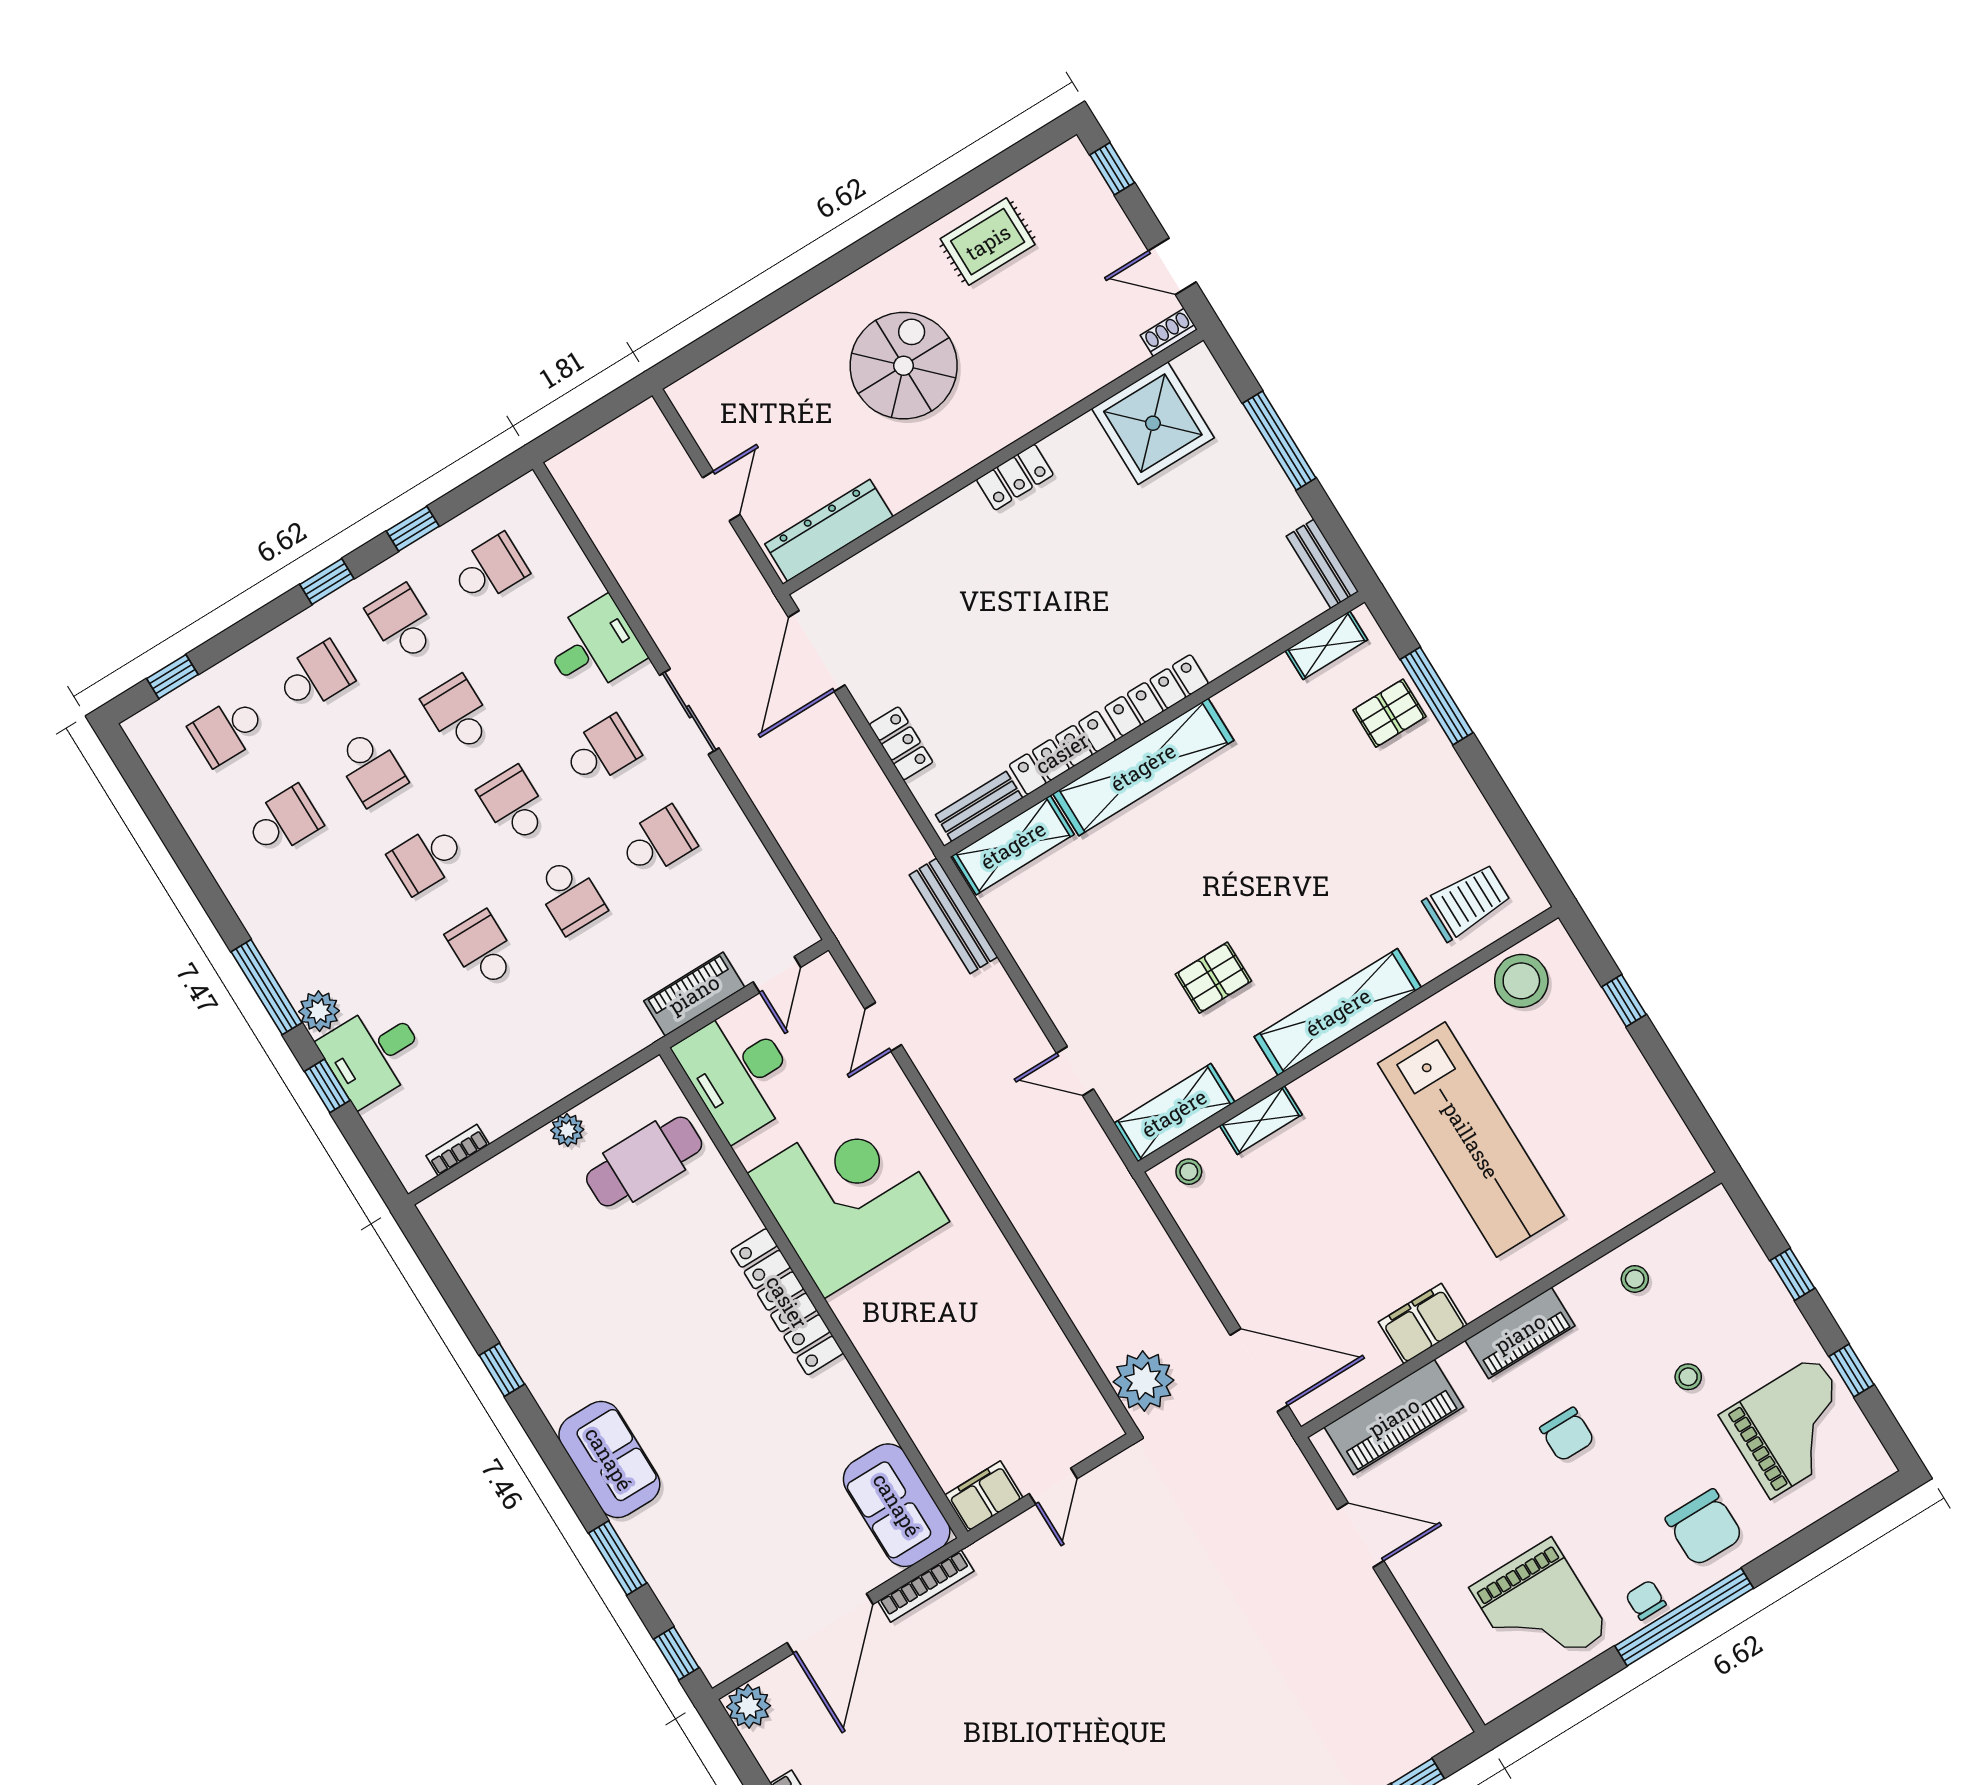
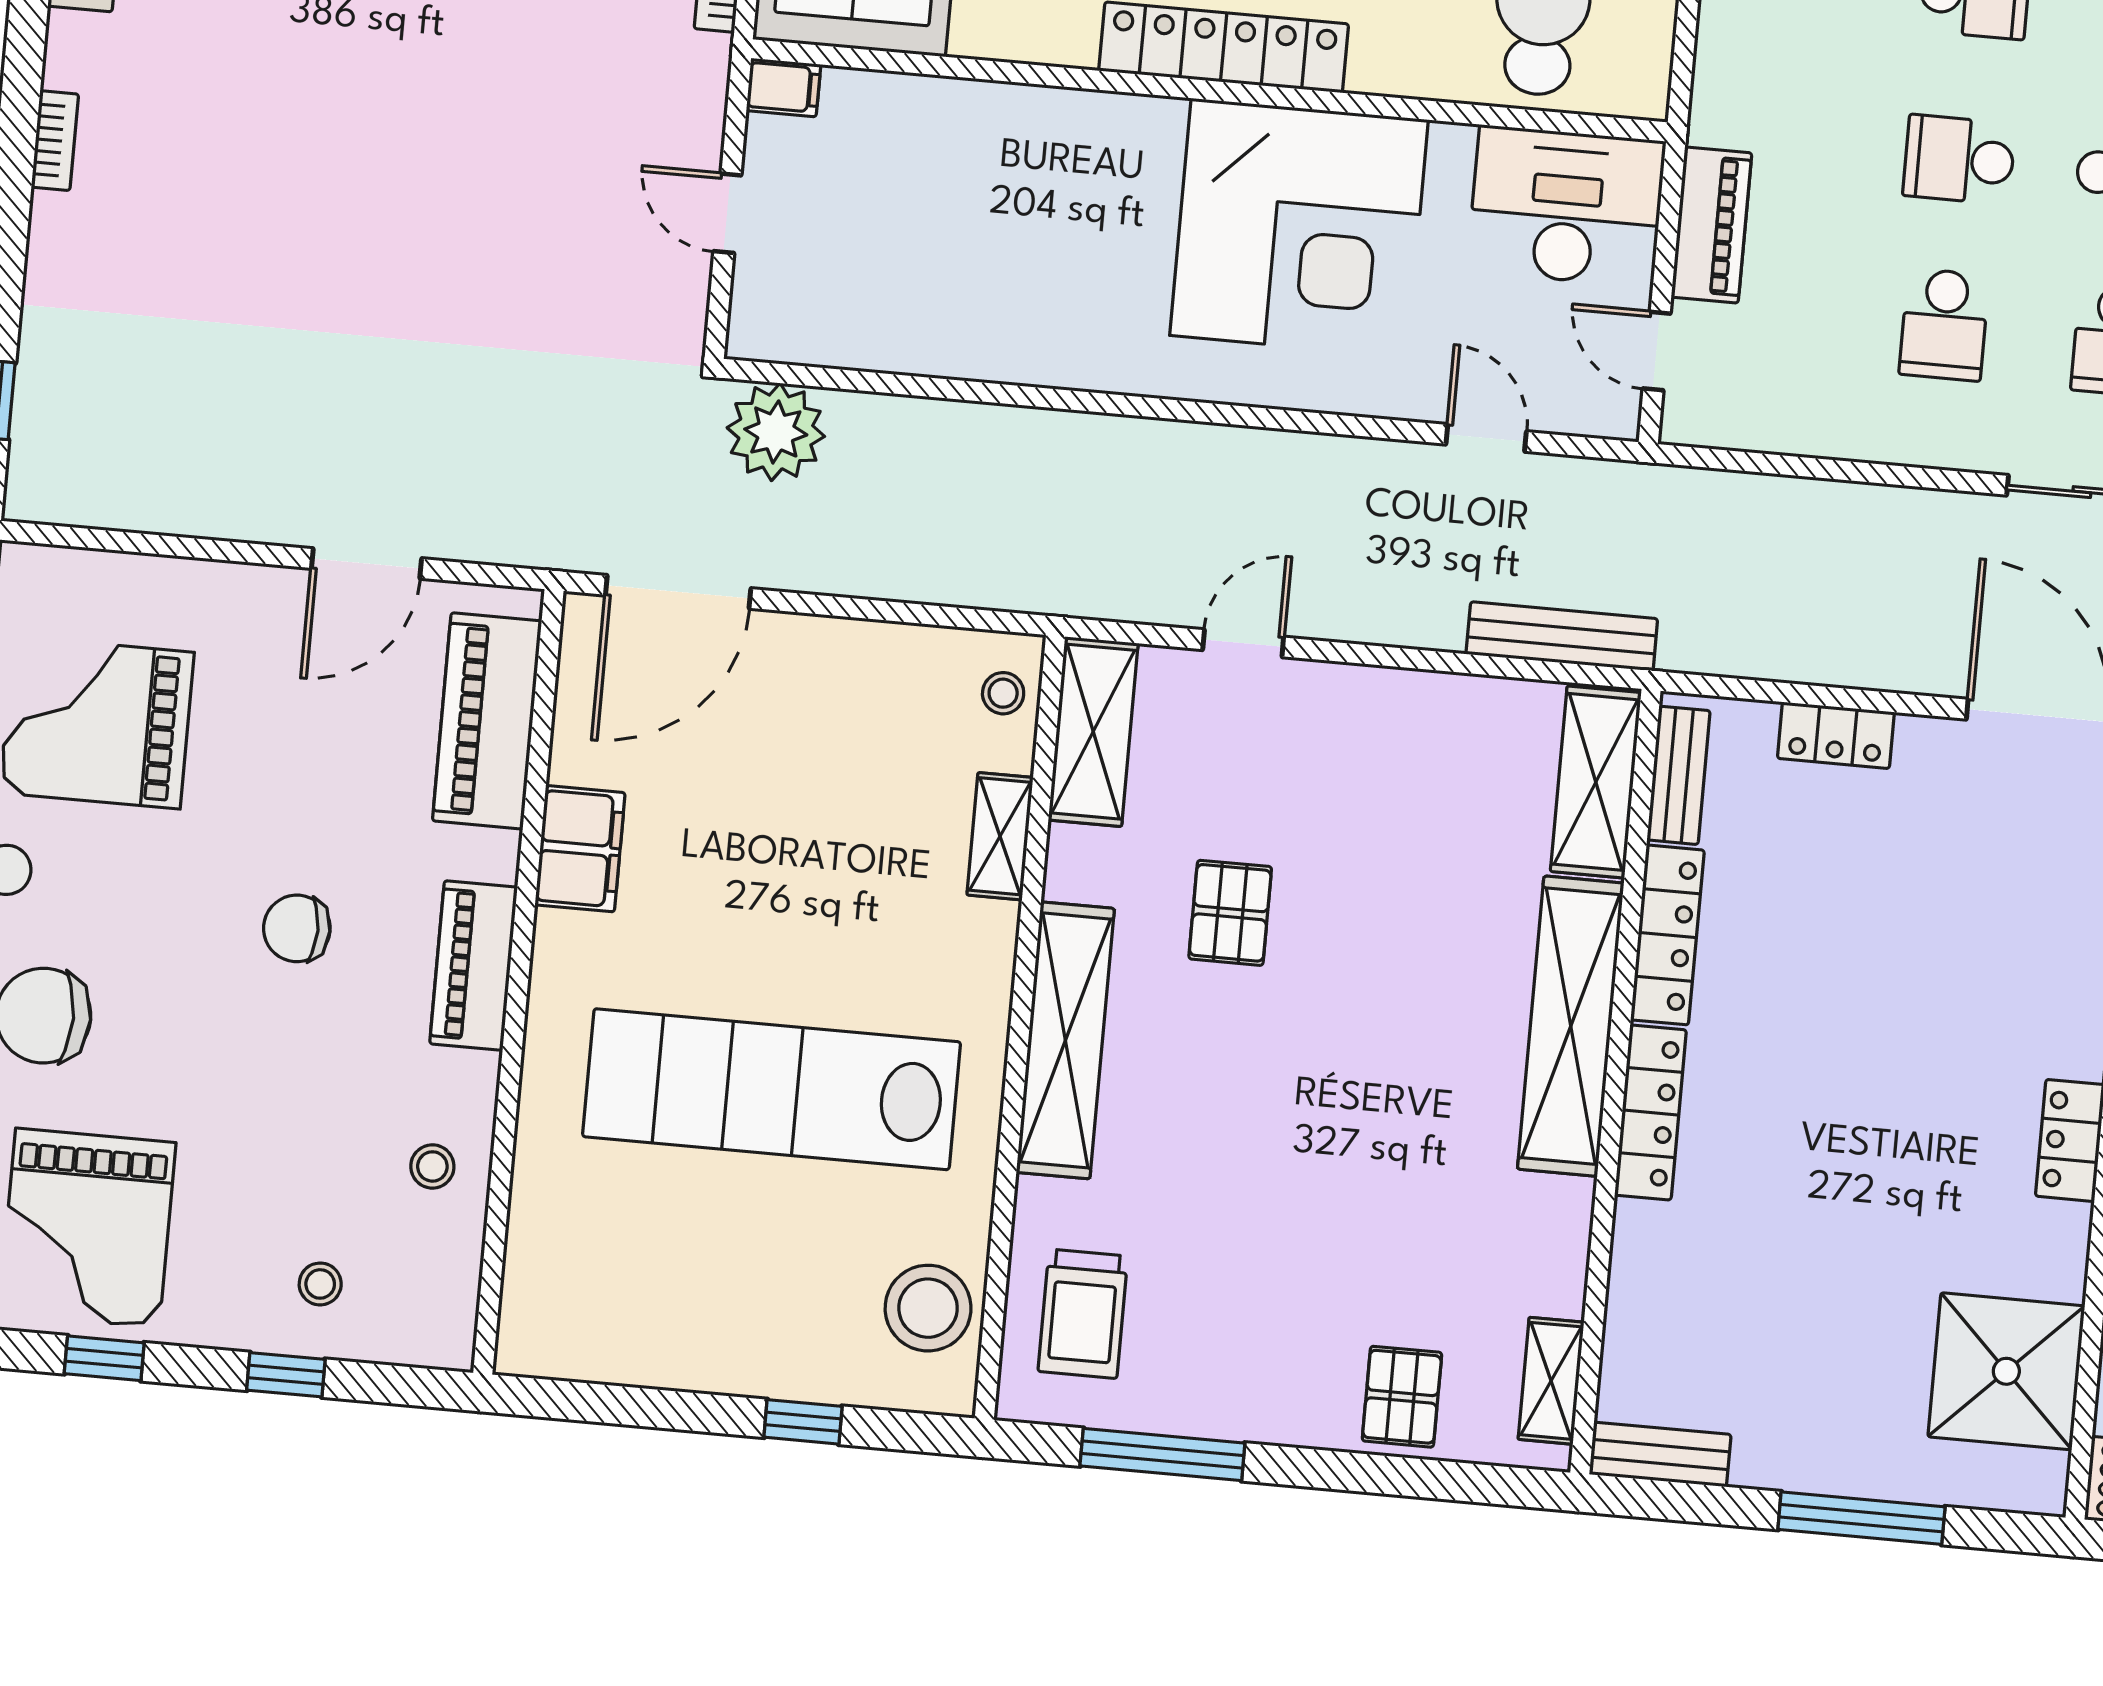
window: (1437, 696) -> (1162, 1455), moved
stool: (1688, 1377) -> (320, 1284), moved
filing cabinet: (984, 1496) -> (784, 87), width x0.50

